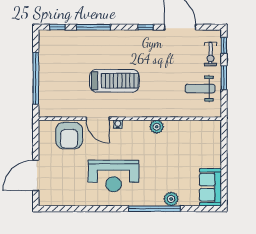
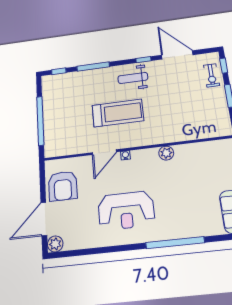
weight bench: (200, 89) -> (133, 78), moved
door: (98, 119) -> (104, 152), hinge flipped
armchair: (69, 136) -> (63, 186), moved
plant: (171, 199) -> (55, 244), moved

